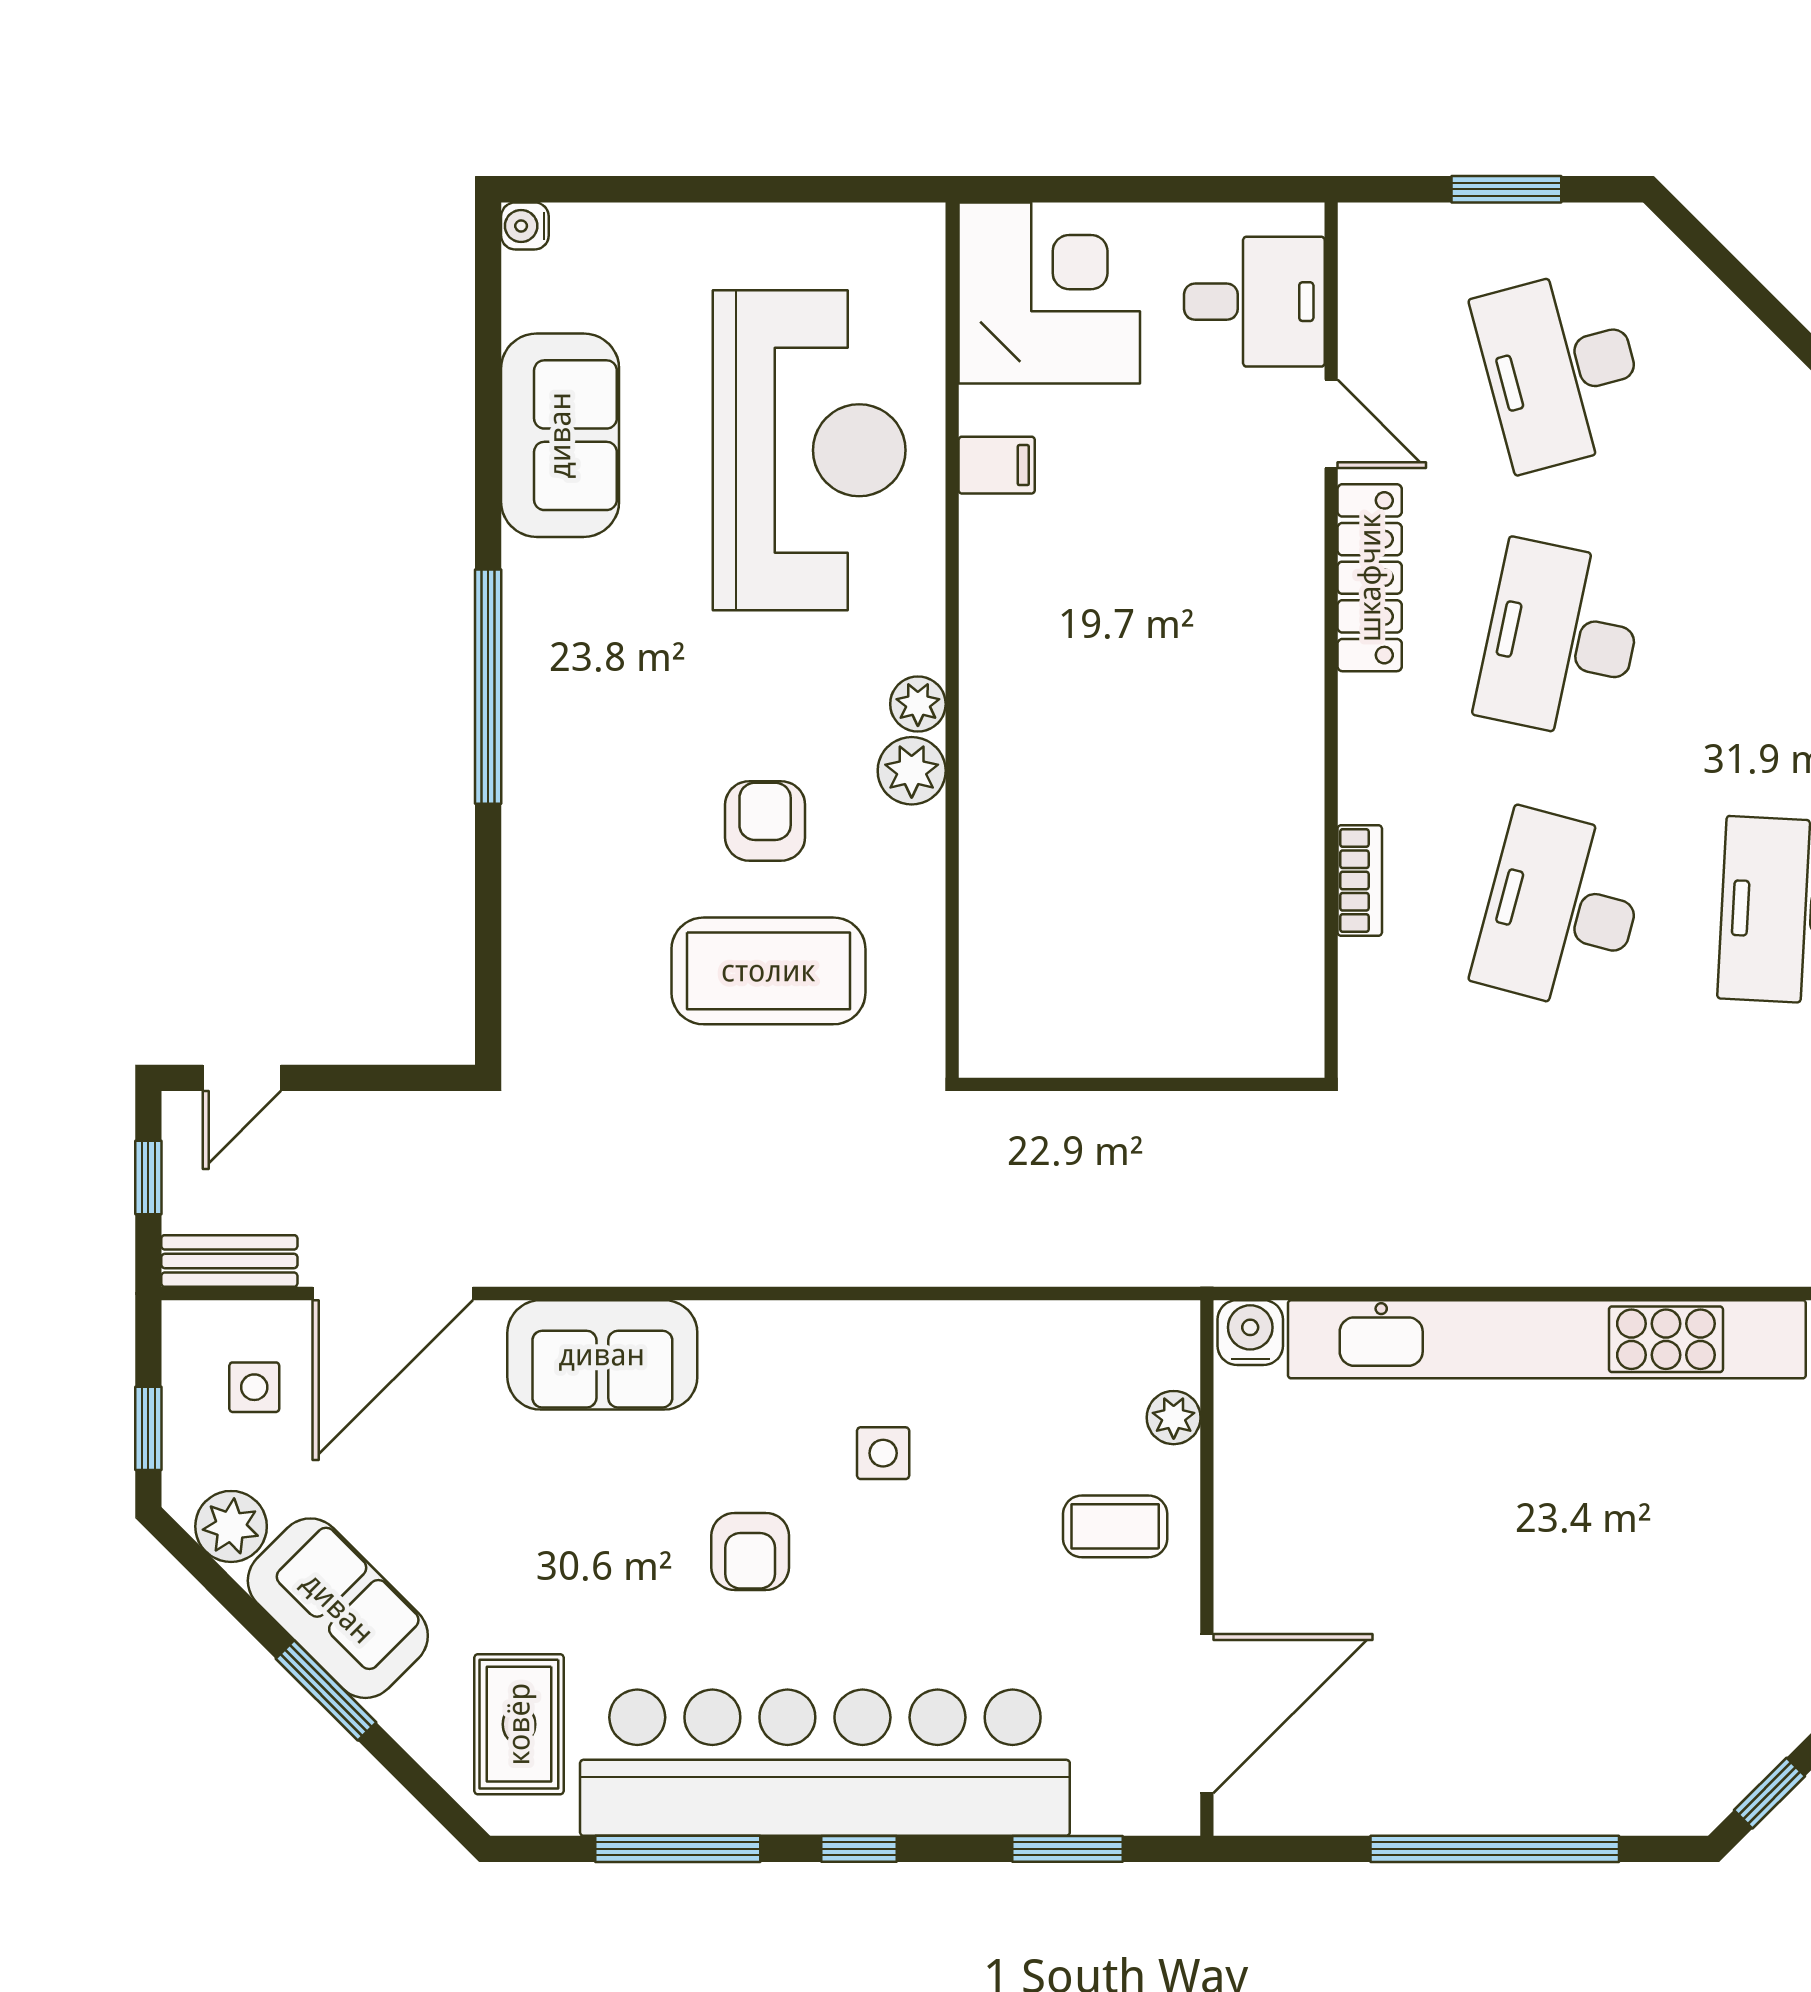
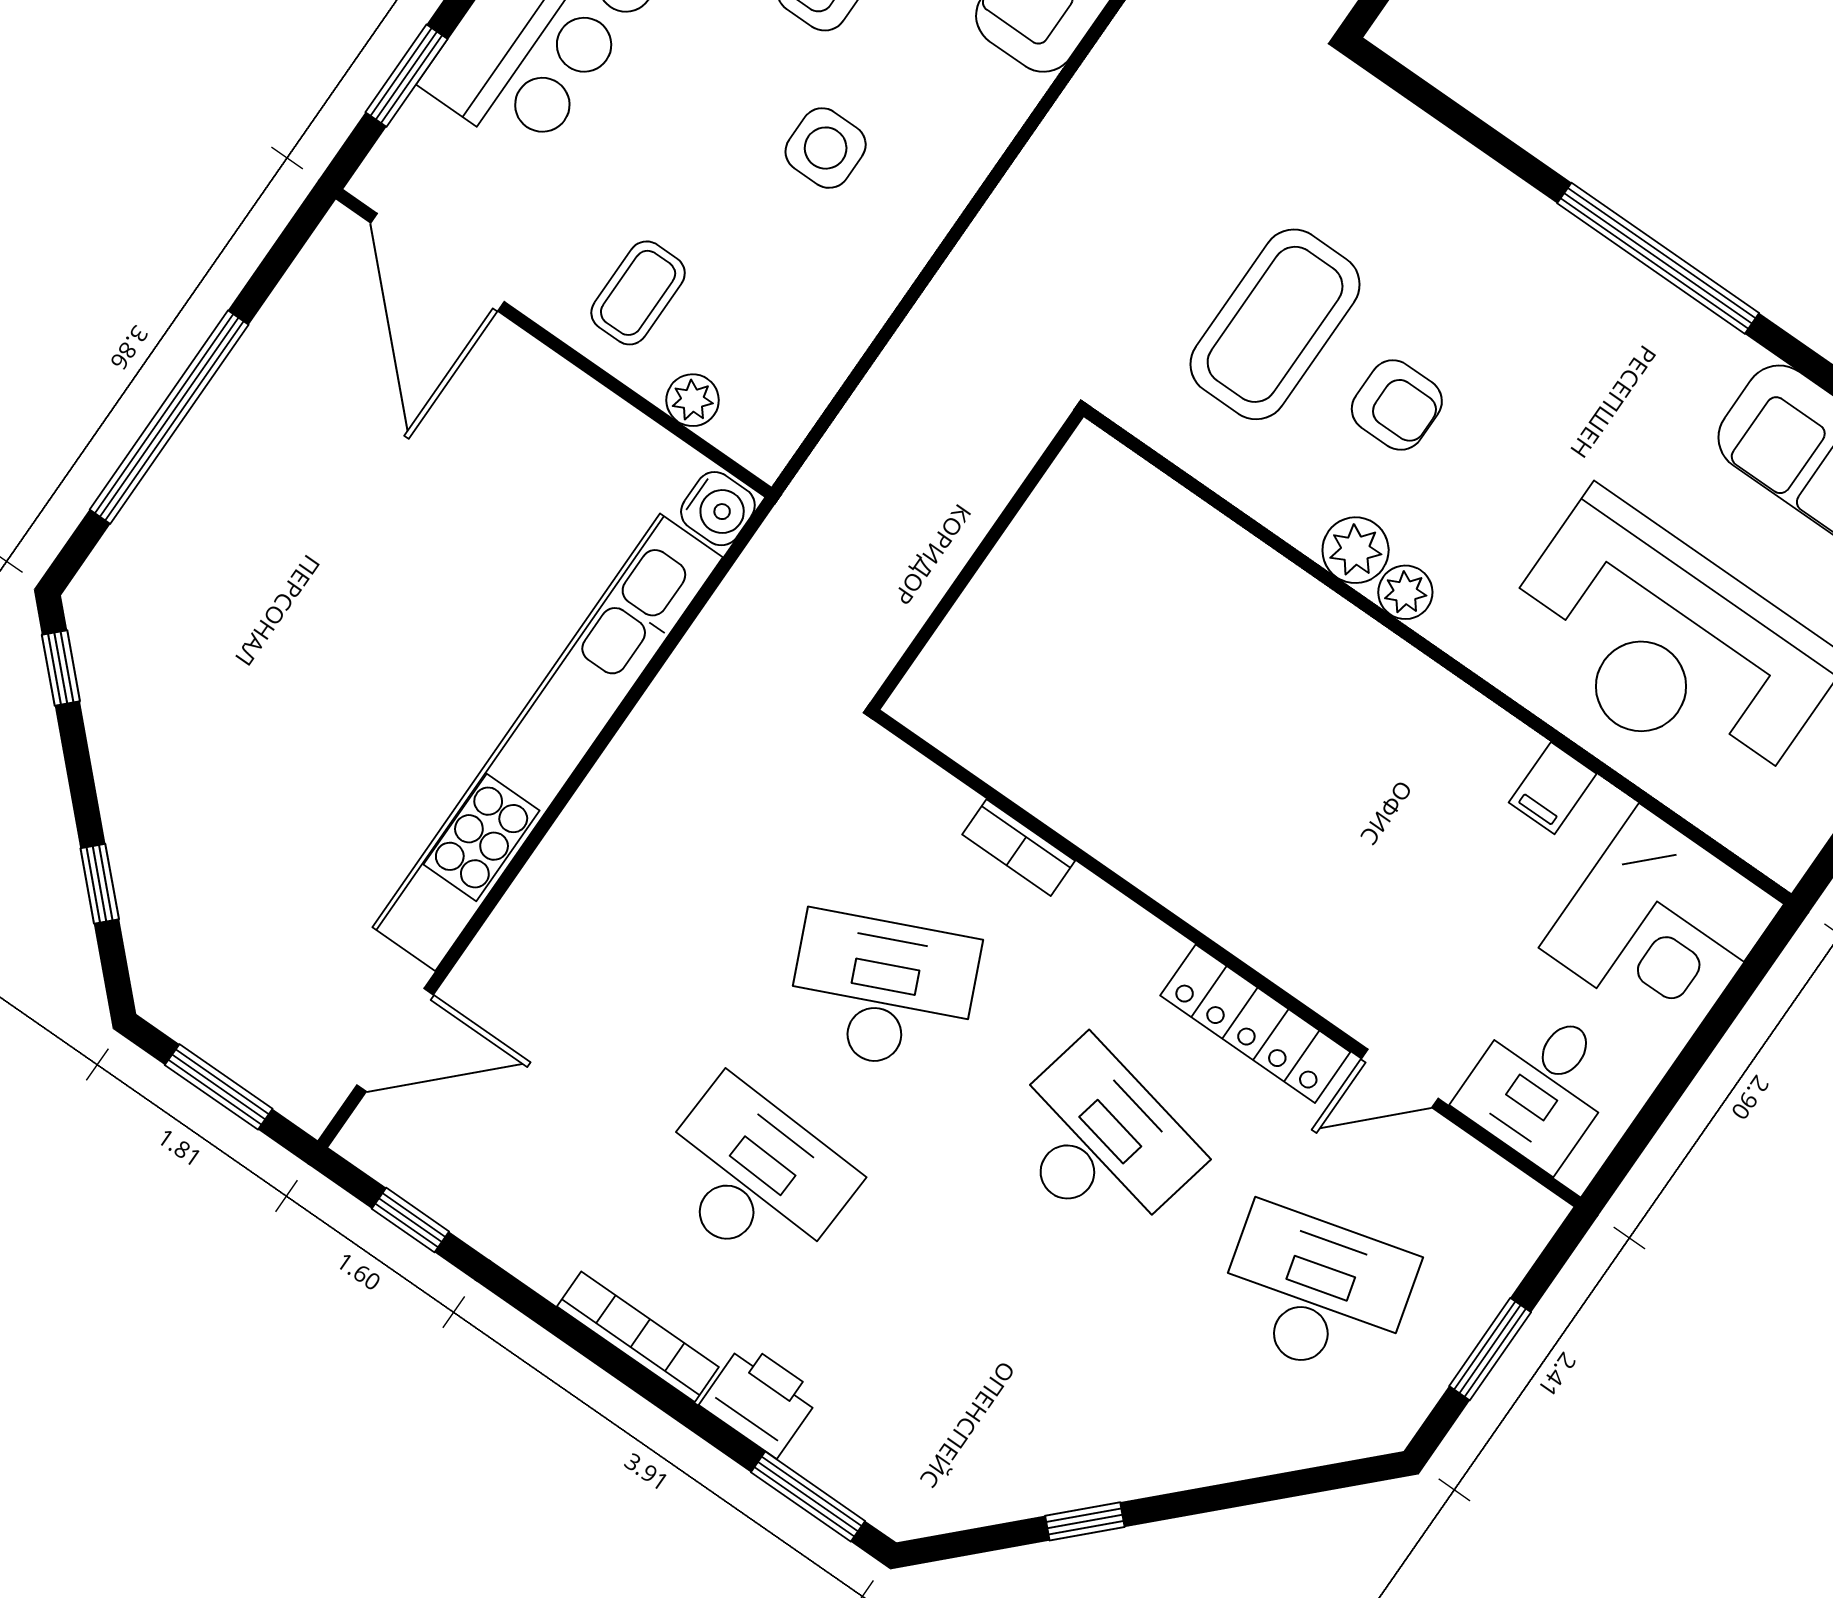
desk: (1561, 911) -> (883, 992), turned -39
side table: (883, 1453) -> (826, 148), width x1.37, depth x1.37

